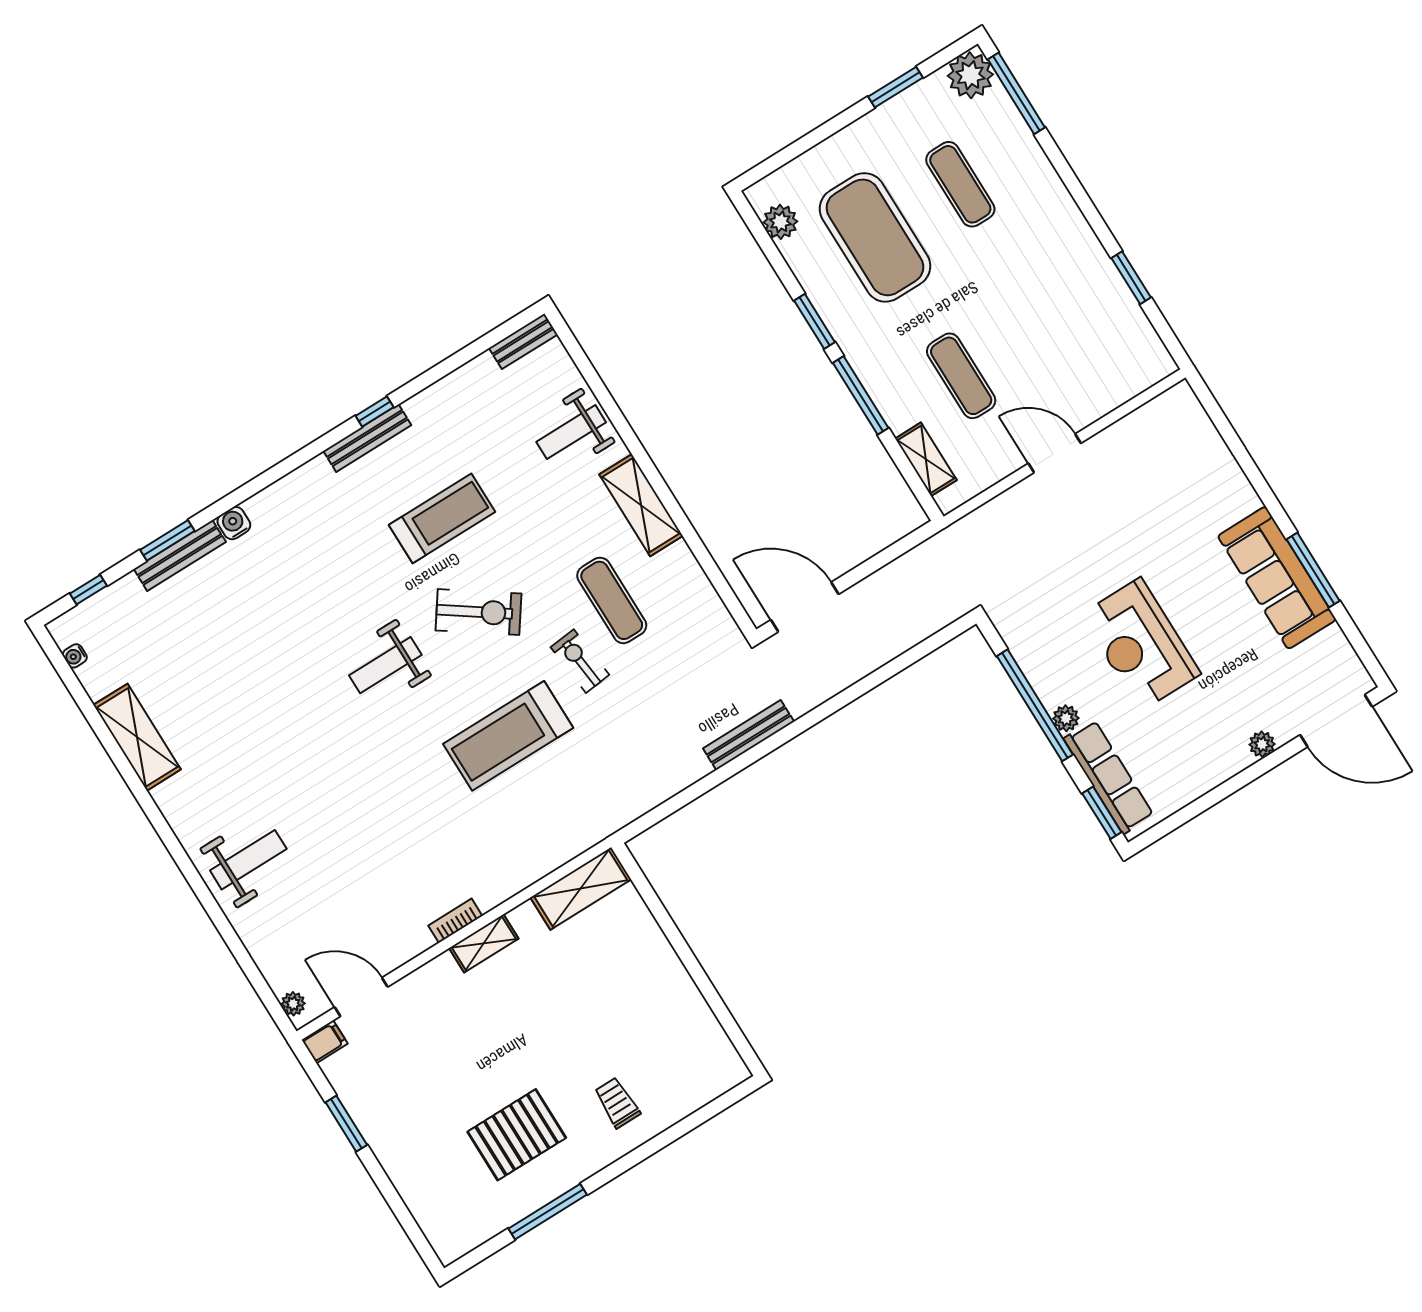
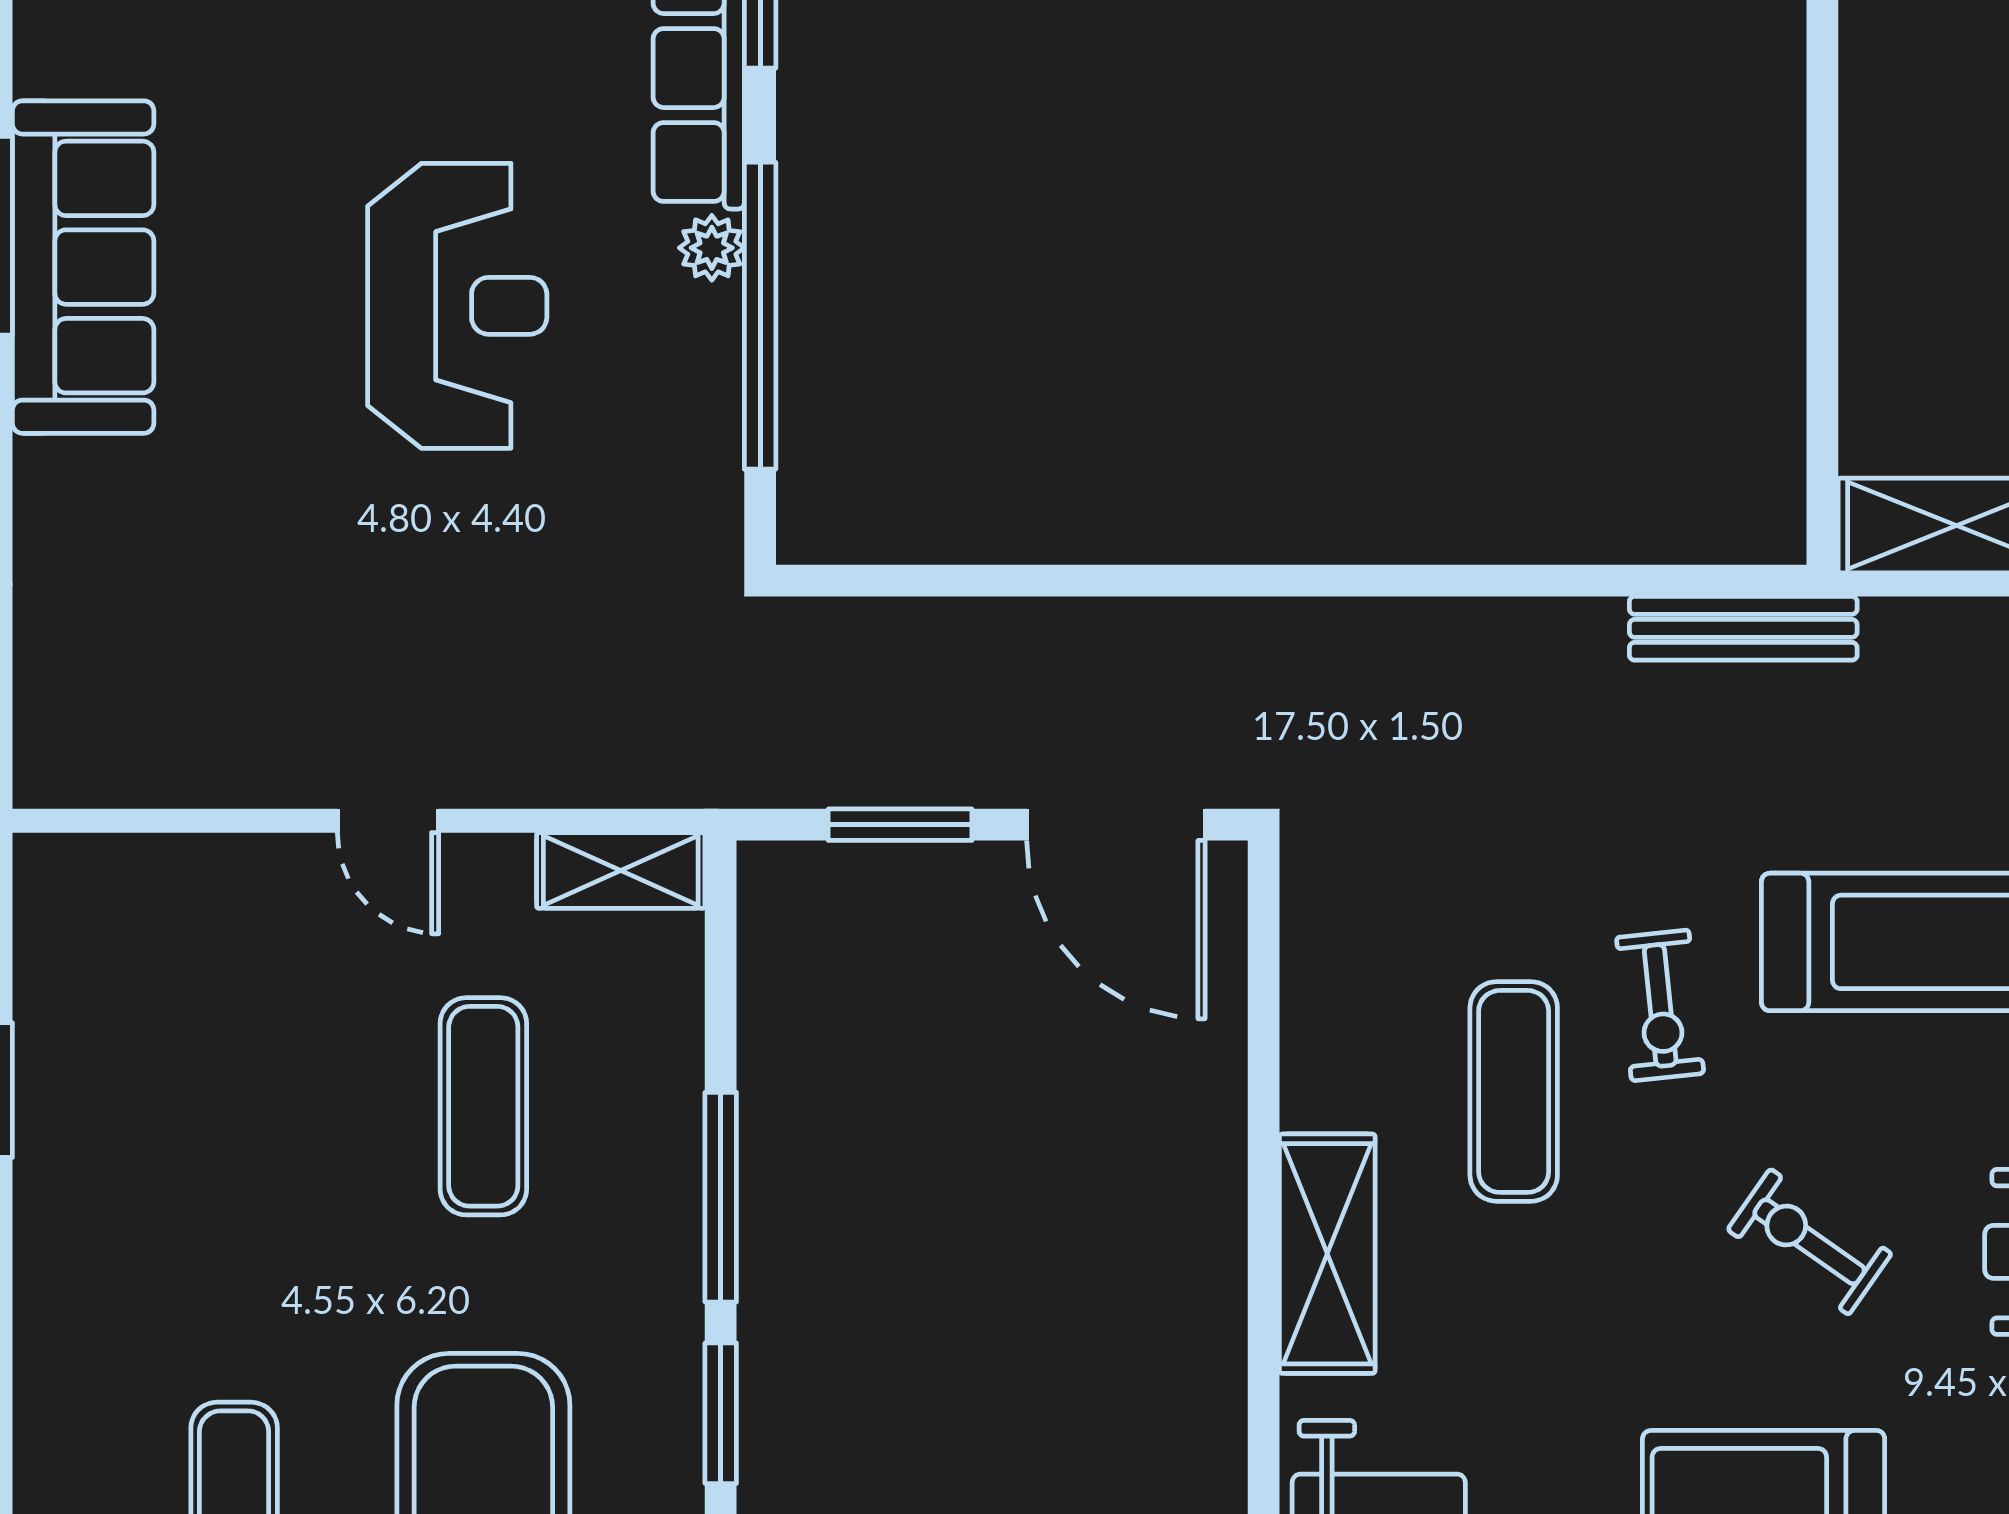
door: (1055, 453) -> (388, 821), width x0.73
shelving: (926, 459) -> (621, 870), moved, turned 90
window: (879, 561) -> (900, 825), added
exercise bike: (479, 612) -> (1809, 1242), width x0.73, depth x0.72
bench: (749, 735) -> (1743, 628), moved

